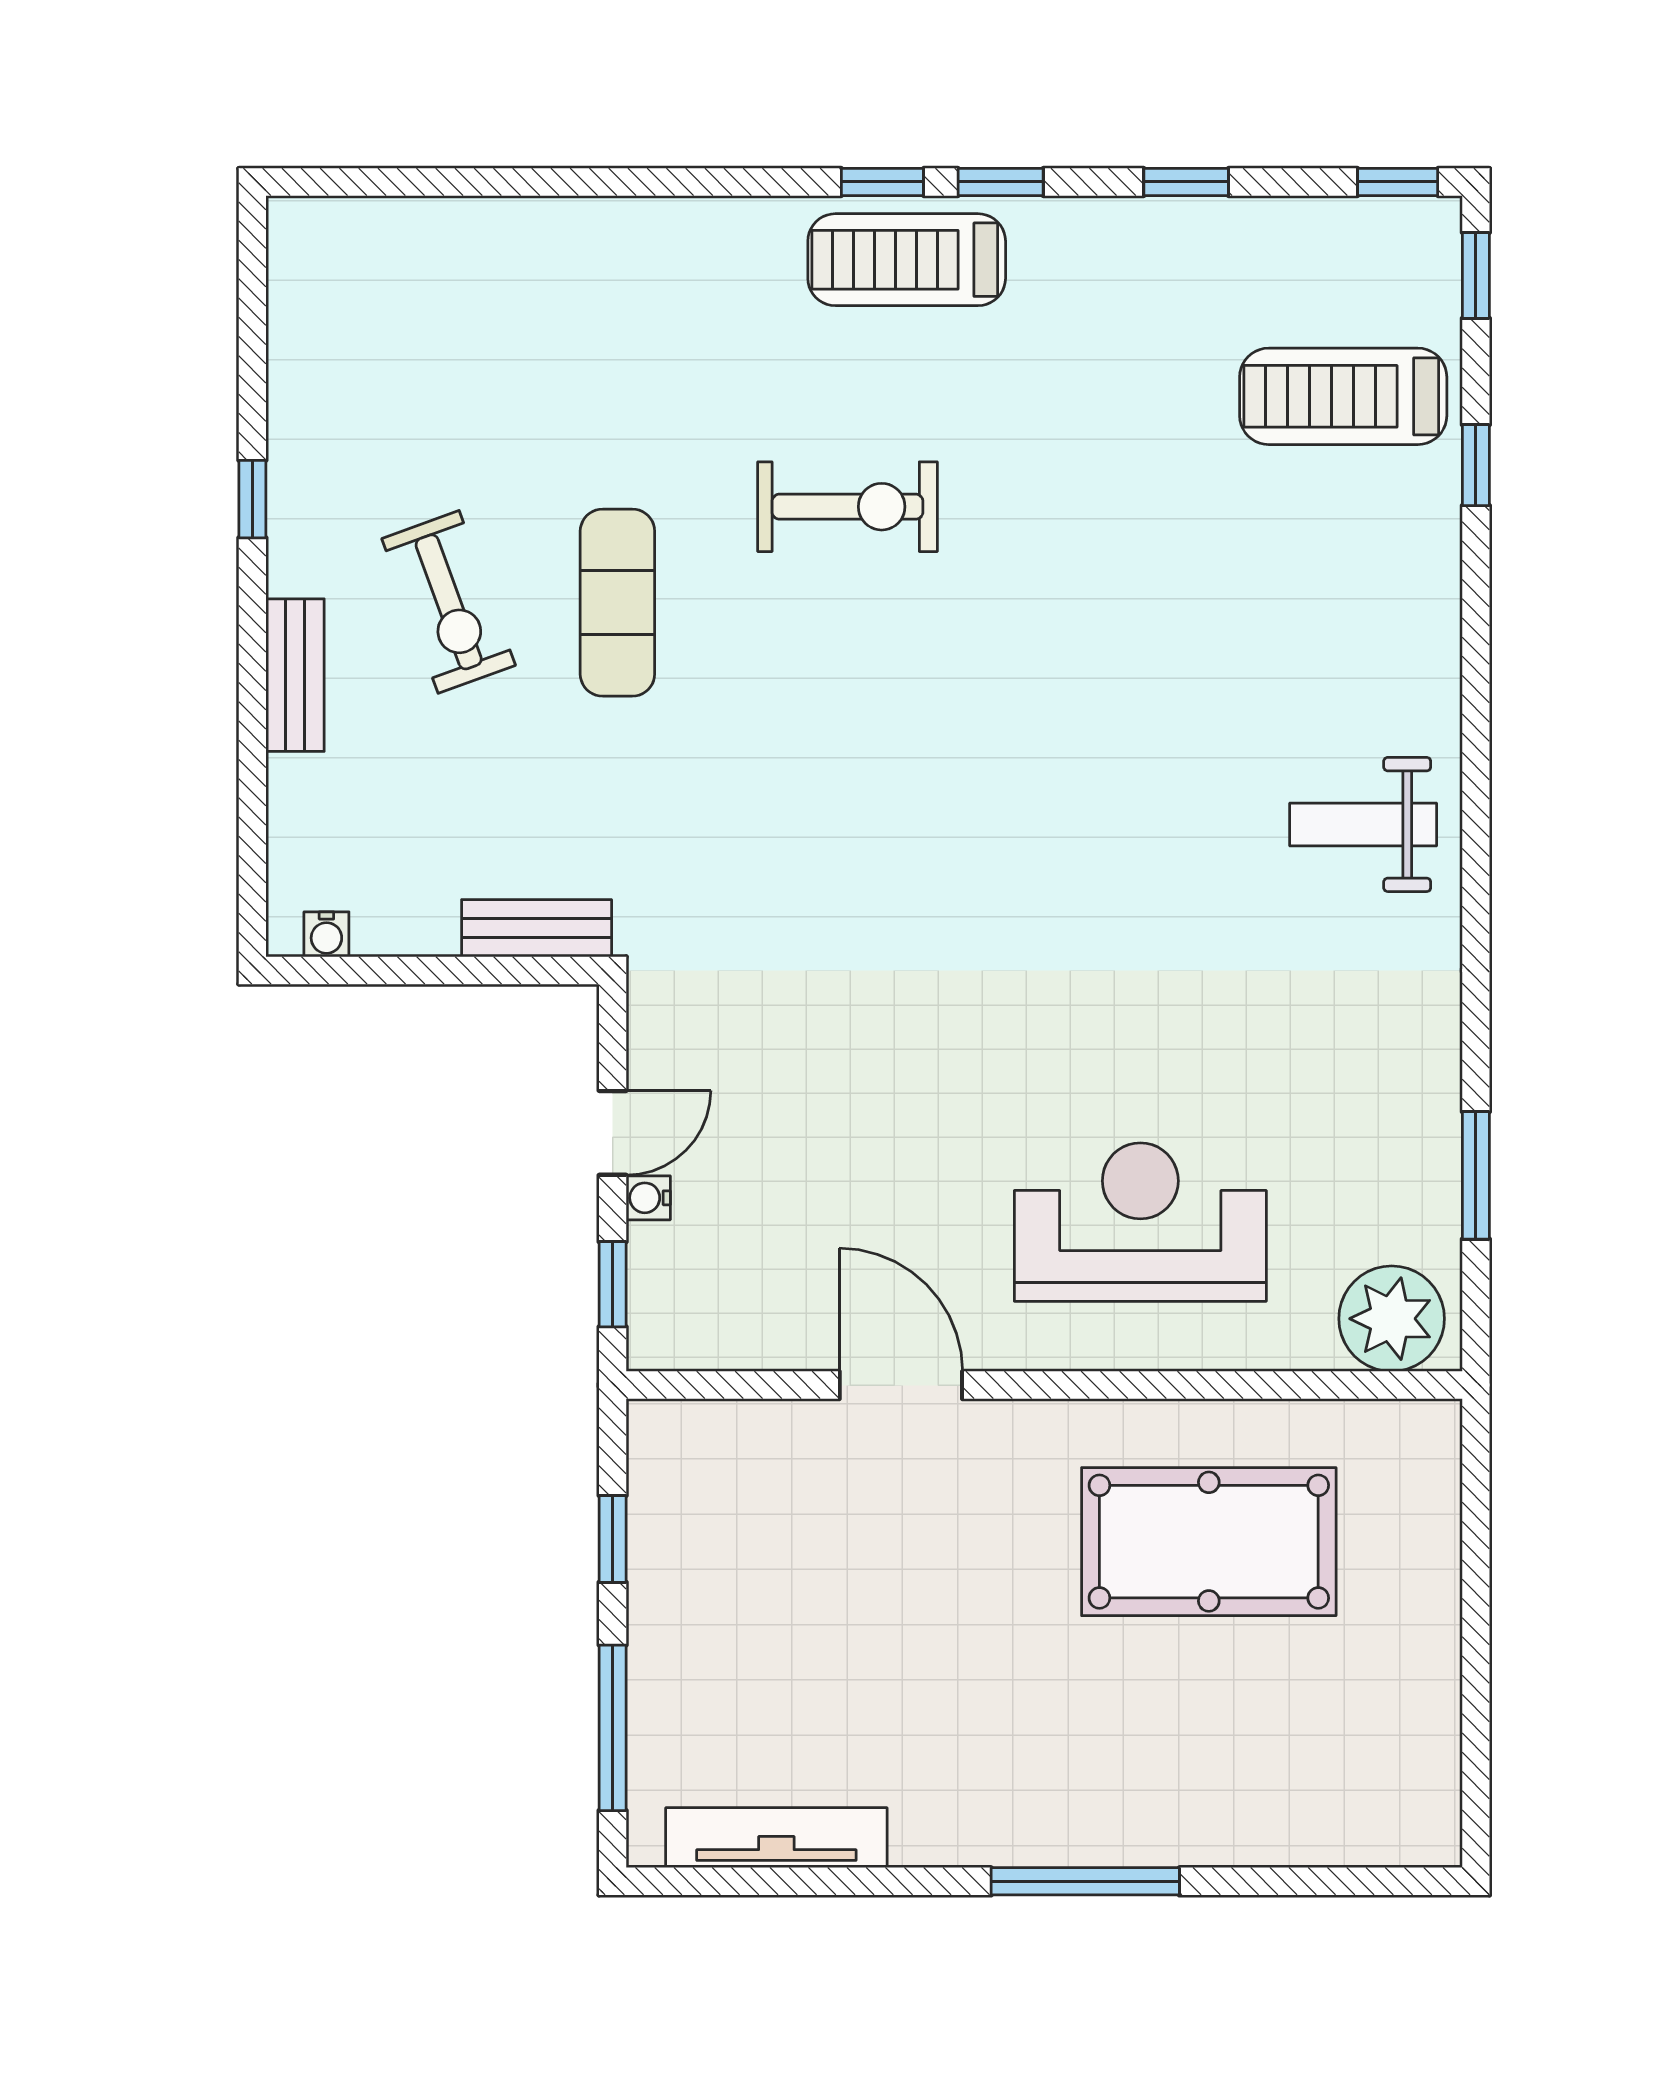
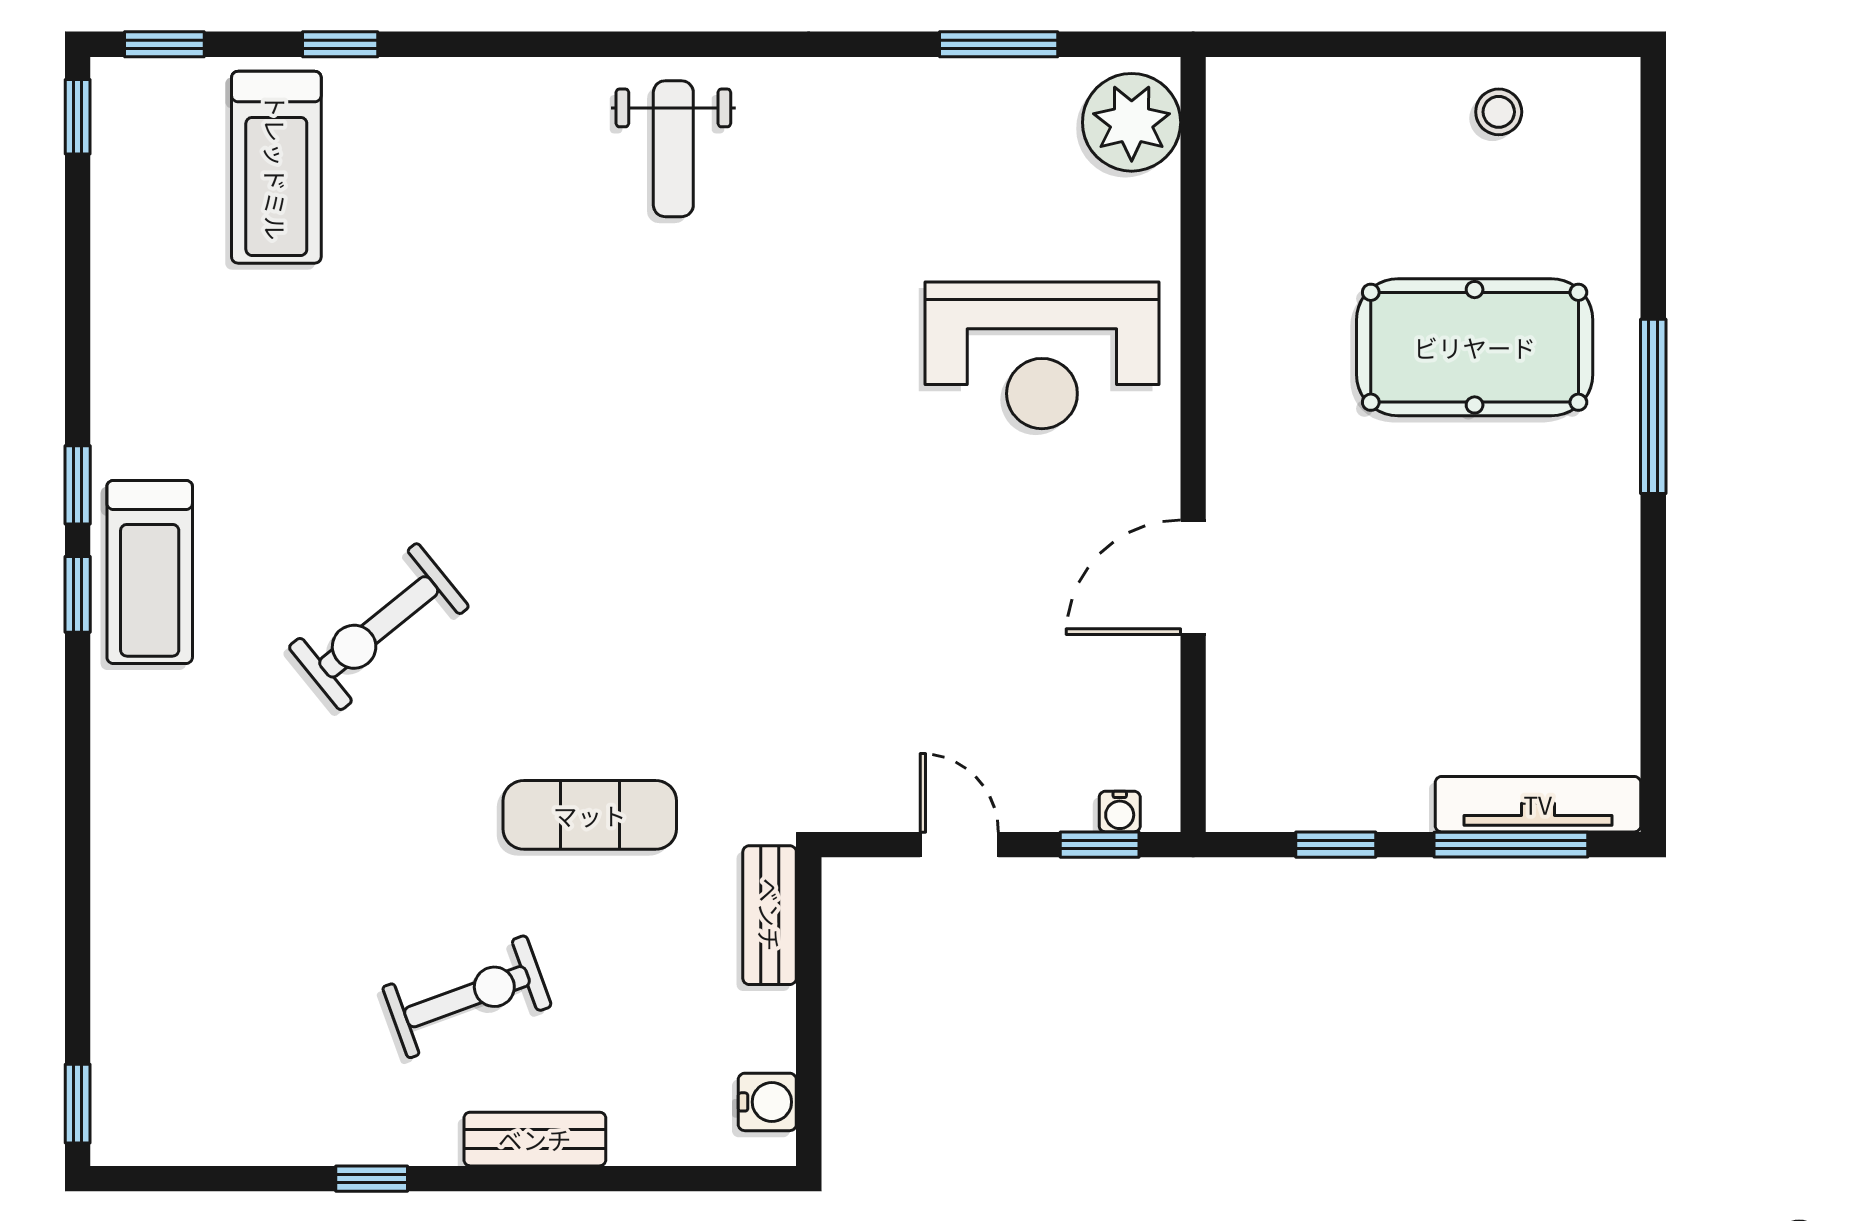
window: (1186, 182) -> (78, 1104), moved
exercise bike: (848, 507) -> (379, 627), turned -129
exercise mat: (617, 603) -> (590, 815), moved
water cooler: (326, 934) -> (767, 1102), width x1.38, depth x1.38
water cooler: (648, 1198) -> (1120, 812), moved
reception desk: (1140, 1222) -> (1042, 355), turned -90
pool table: (1209, 1542) -> (1475, 347), moved, turned 90
stool: (1403, 1715) -> (1499, 112), added
tv unit: (776, 1838) -> (1538, 804), moved, turned 90

